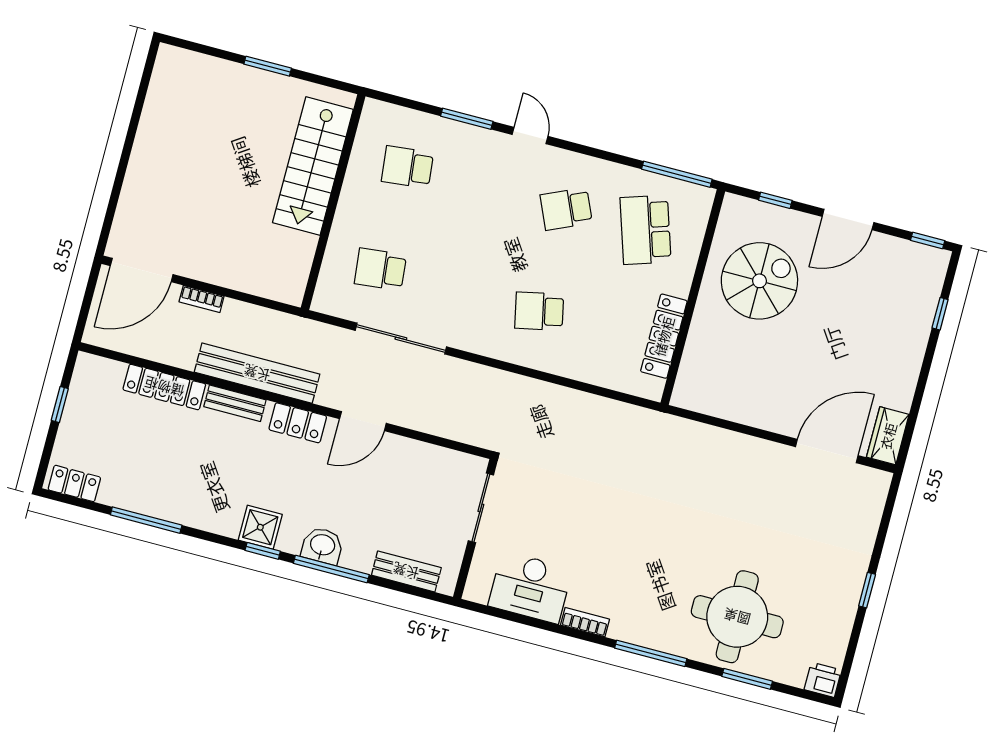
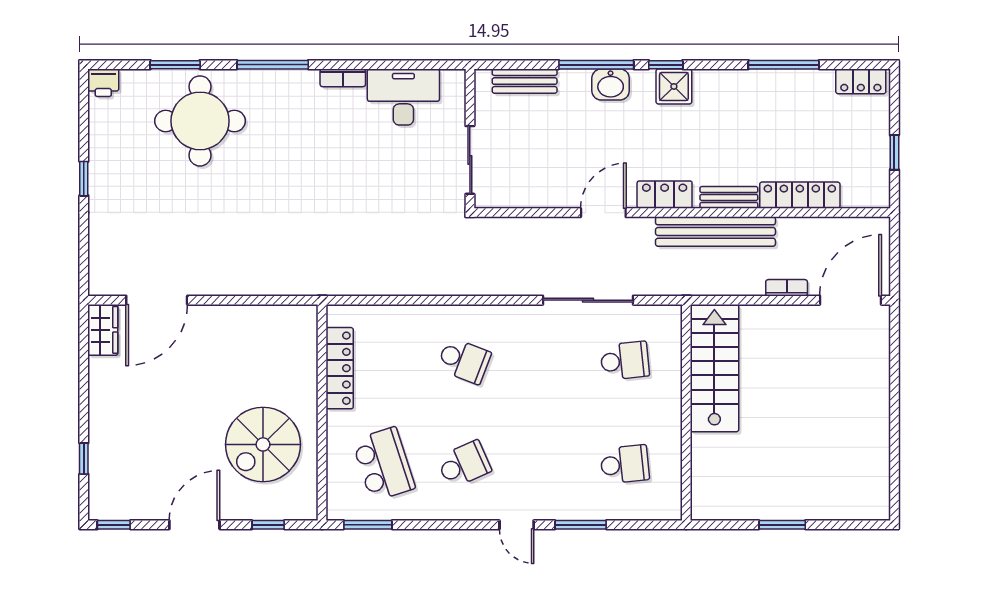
stairs: (313, 166) -> (714, 368), moved
window: (677, 174) -> (368, 525), width x0.69
school desk: (539, 311) -> (464, 361), turned 33

